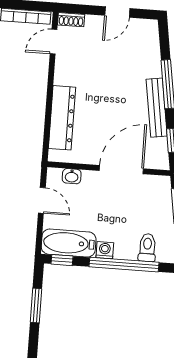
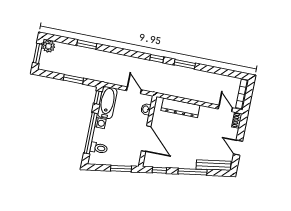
bench: (157, 108) -> (213, 165), moved
door: (42, 200) -> (134, 90), swing flipped

